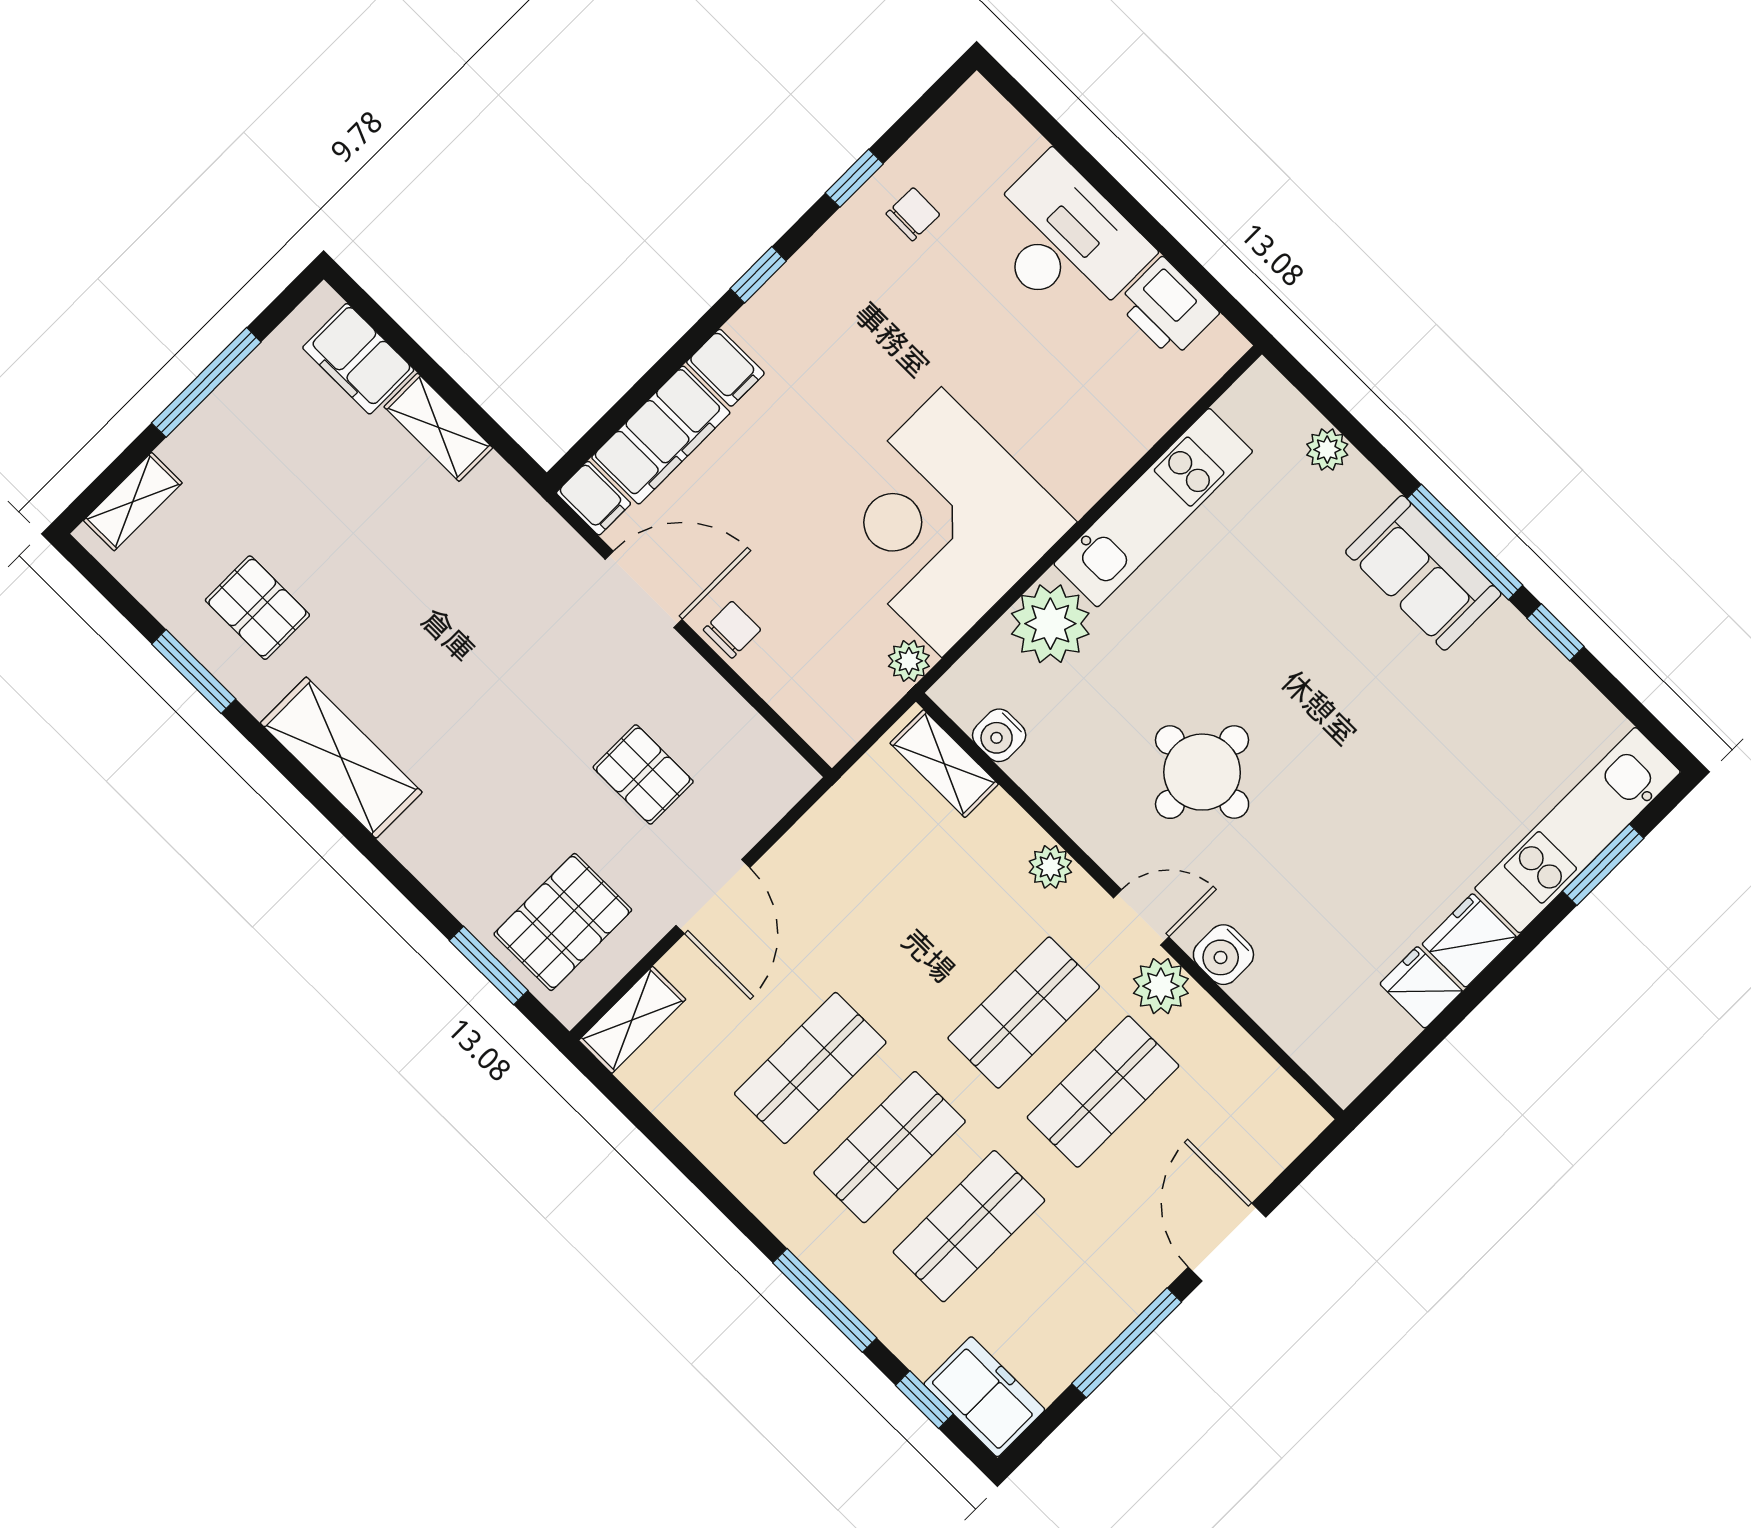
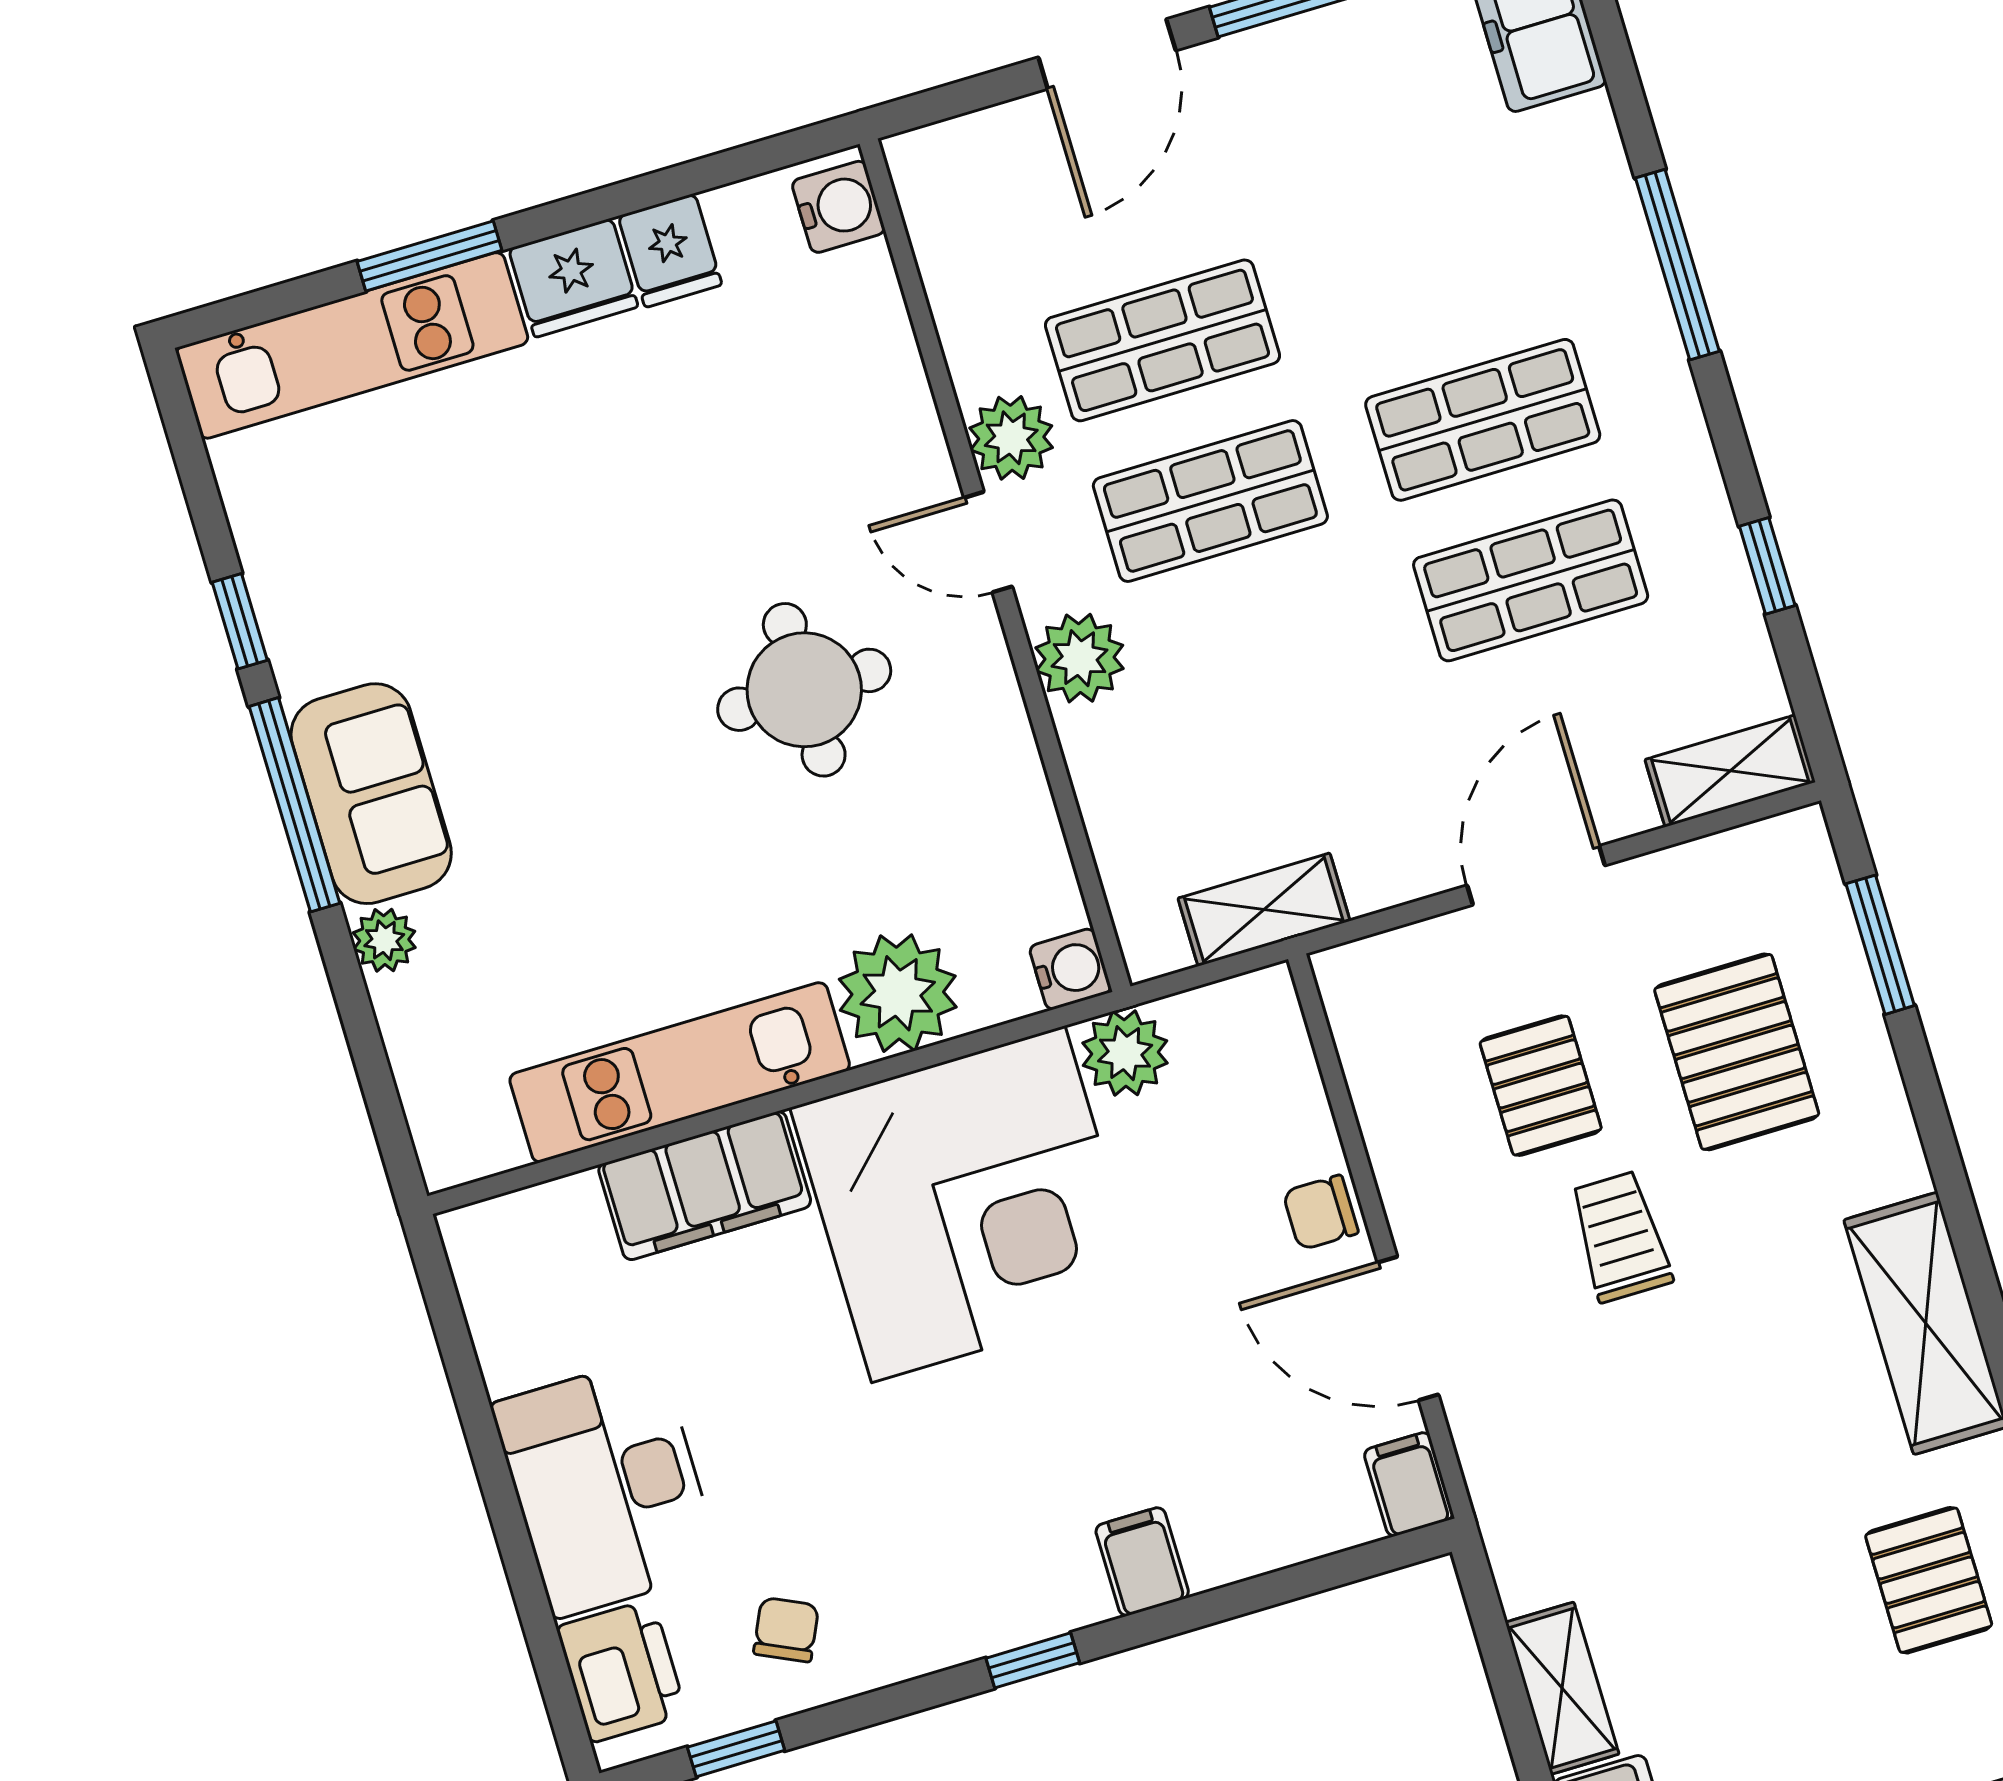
window: (854, 178) -> (736, 1749), moved
chair: (913, 214) -> (786, 1630), turned 114
printer: (1168, 308) -> (622, 1671), moved
filing cabinet: (661, 435) -> (705, 1186), moved, turned 180
plant: (1327, 450) -> (384, 940), moved
plant: (909, 661) -> (1125, 1053), width x1.38, depth x1.38
trolley: (548, 711) -> (1620, 1237), added
water cooler: (999, 735) -> (1070, 969), moved
shelving: (944, 764) -> (1264, 910), moved, turned 90
window: (1603, 865) -> (430, 256), moved
plant: (1050, 867) -> (1080, 658), width x1.38, depth x1.38
pallet: (563, 922) -> (1737, 1052), moved, turned 90
water cooler: (1223, 955) -> (838, 207), moved
shop shelf: (969, 1226) -> (1435, 259), removed
window: (924, 1400) -> (1767, 566), moved

